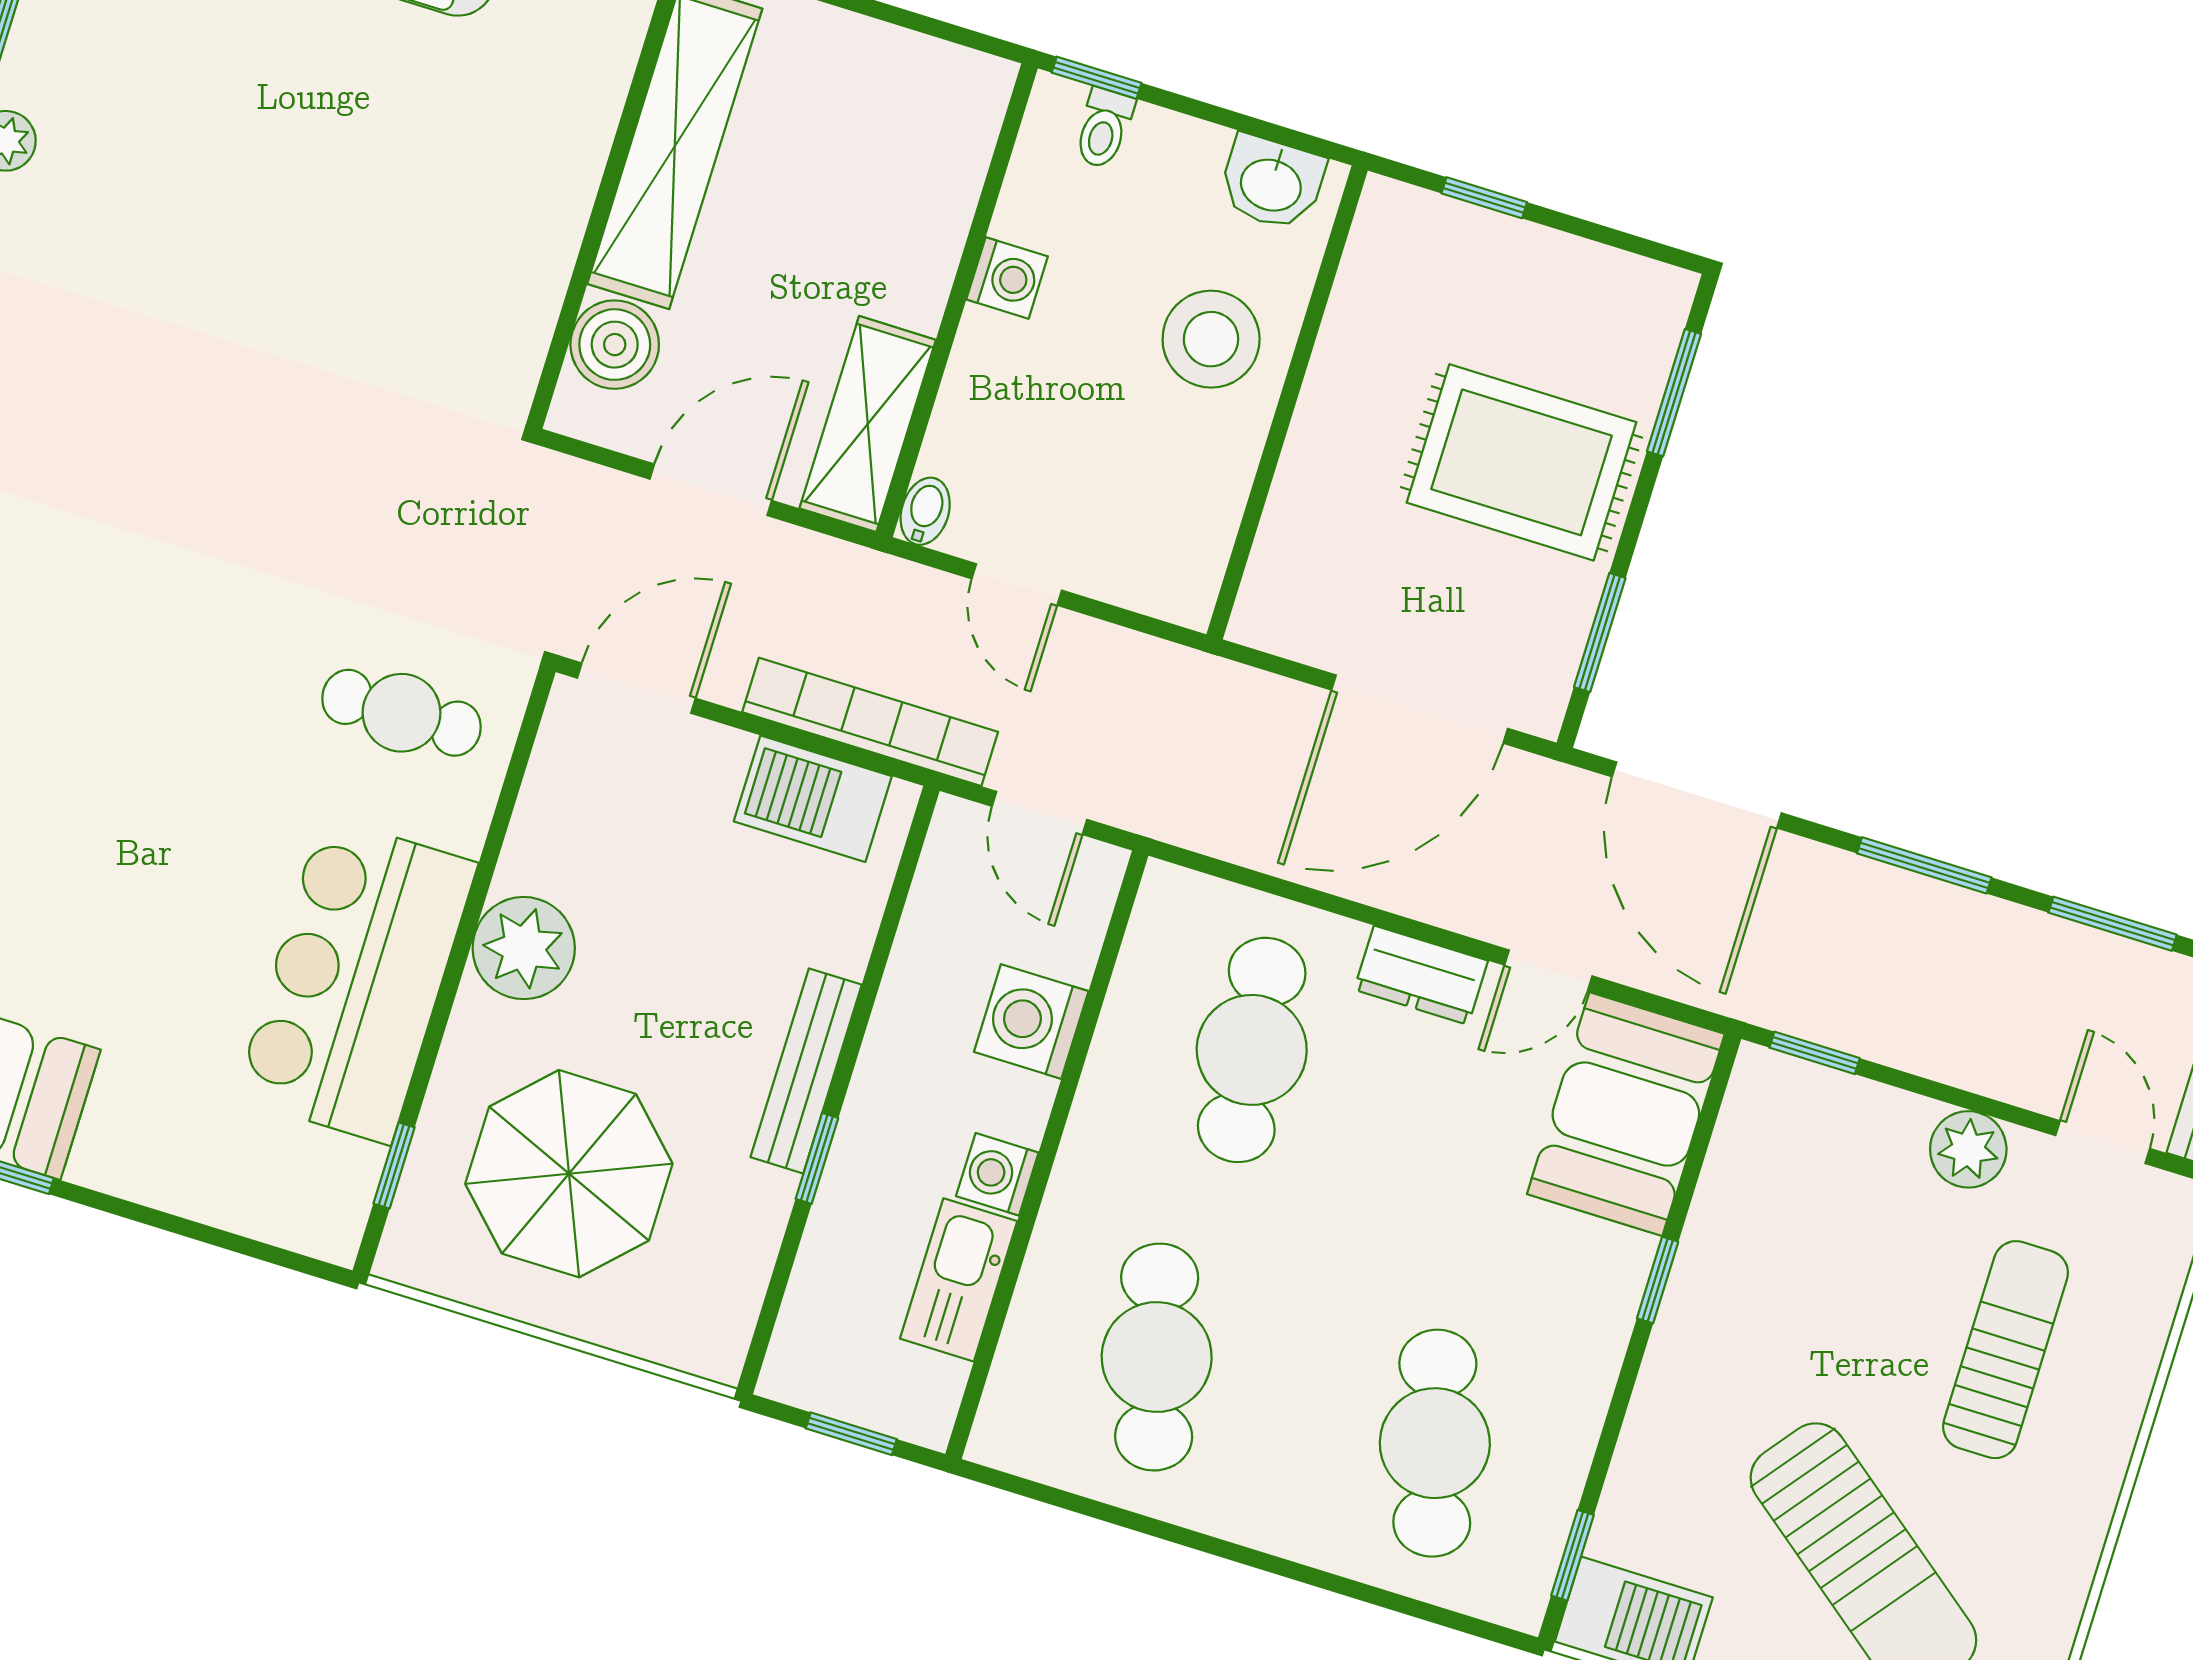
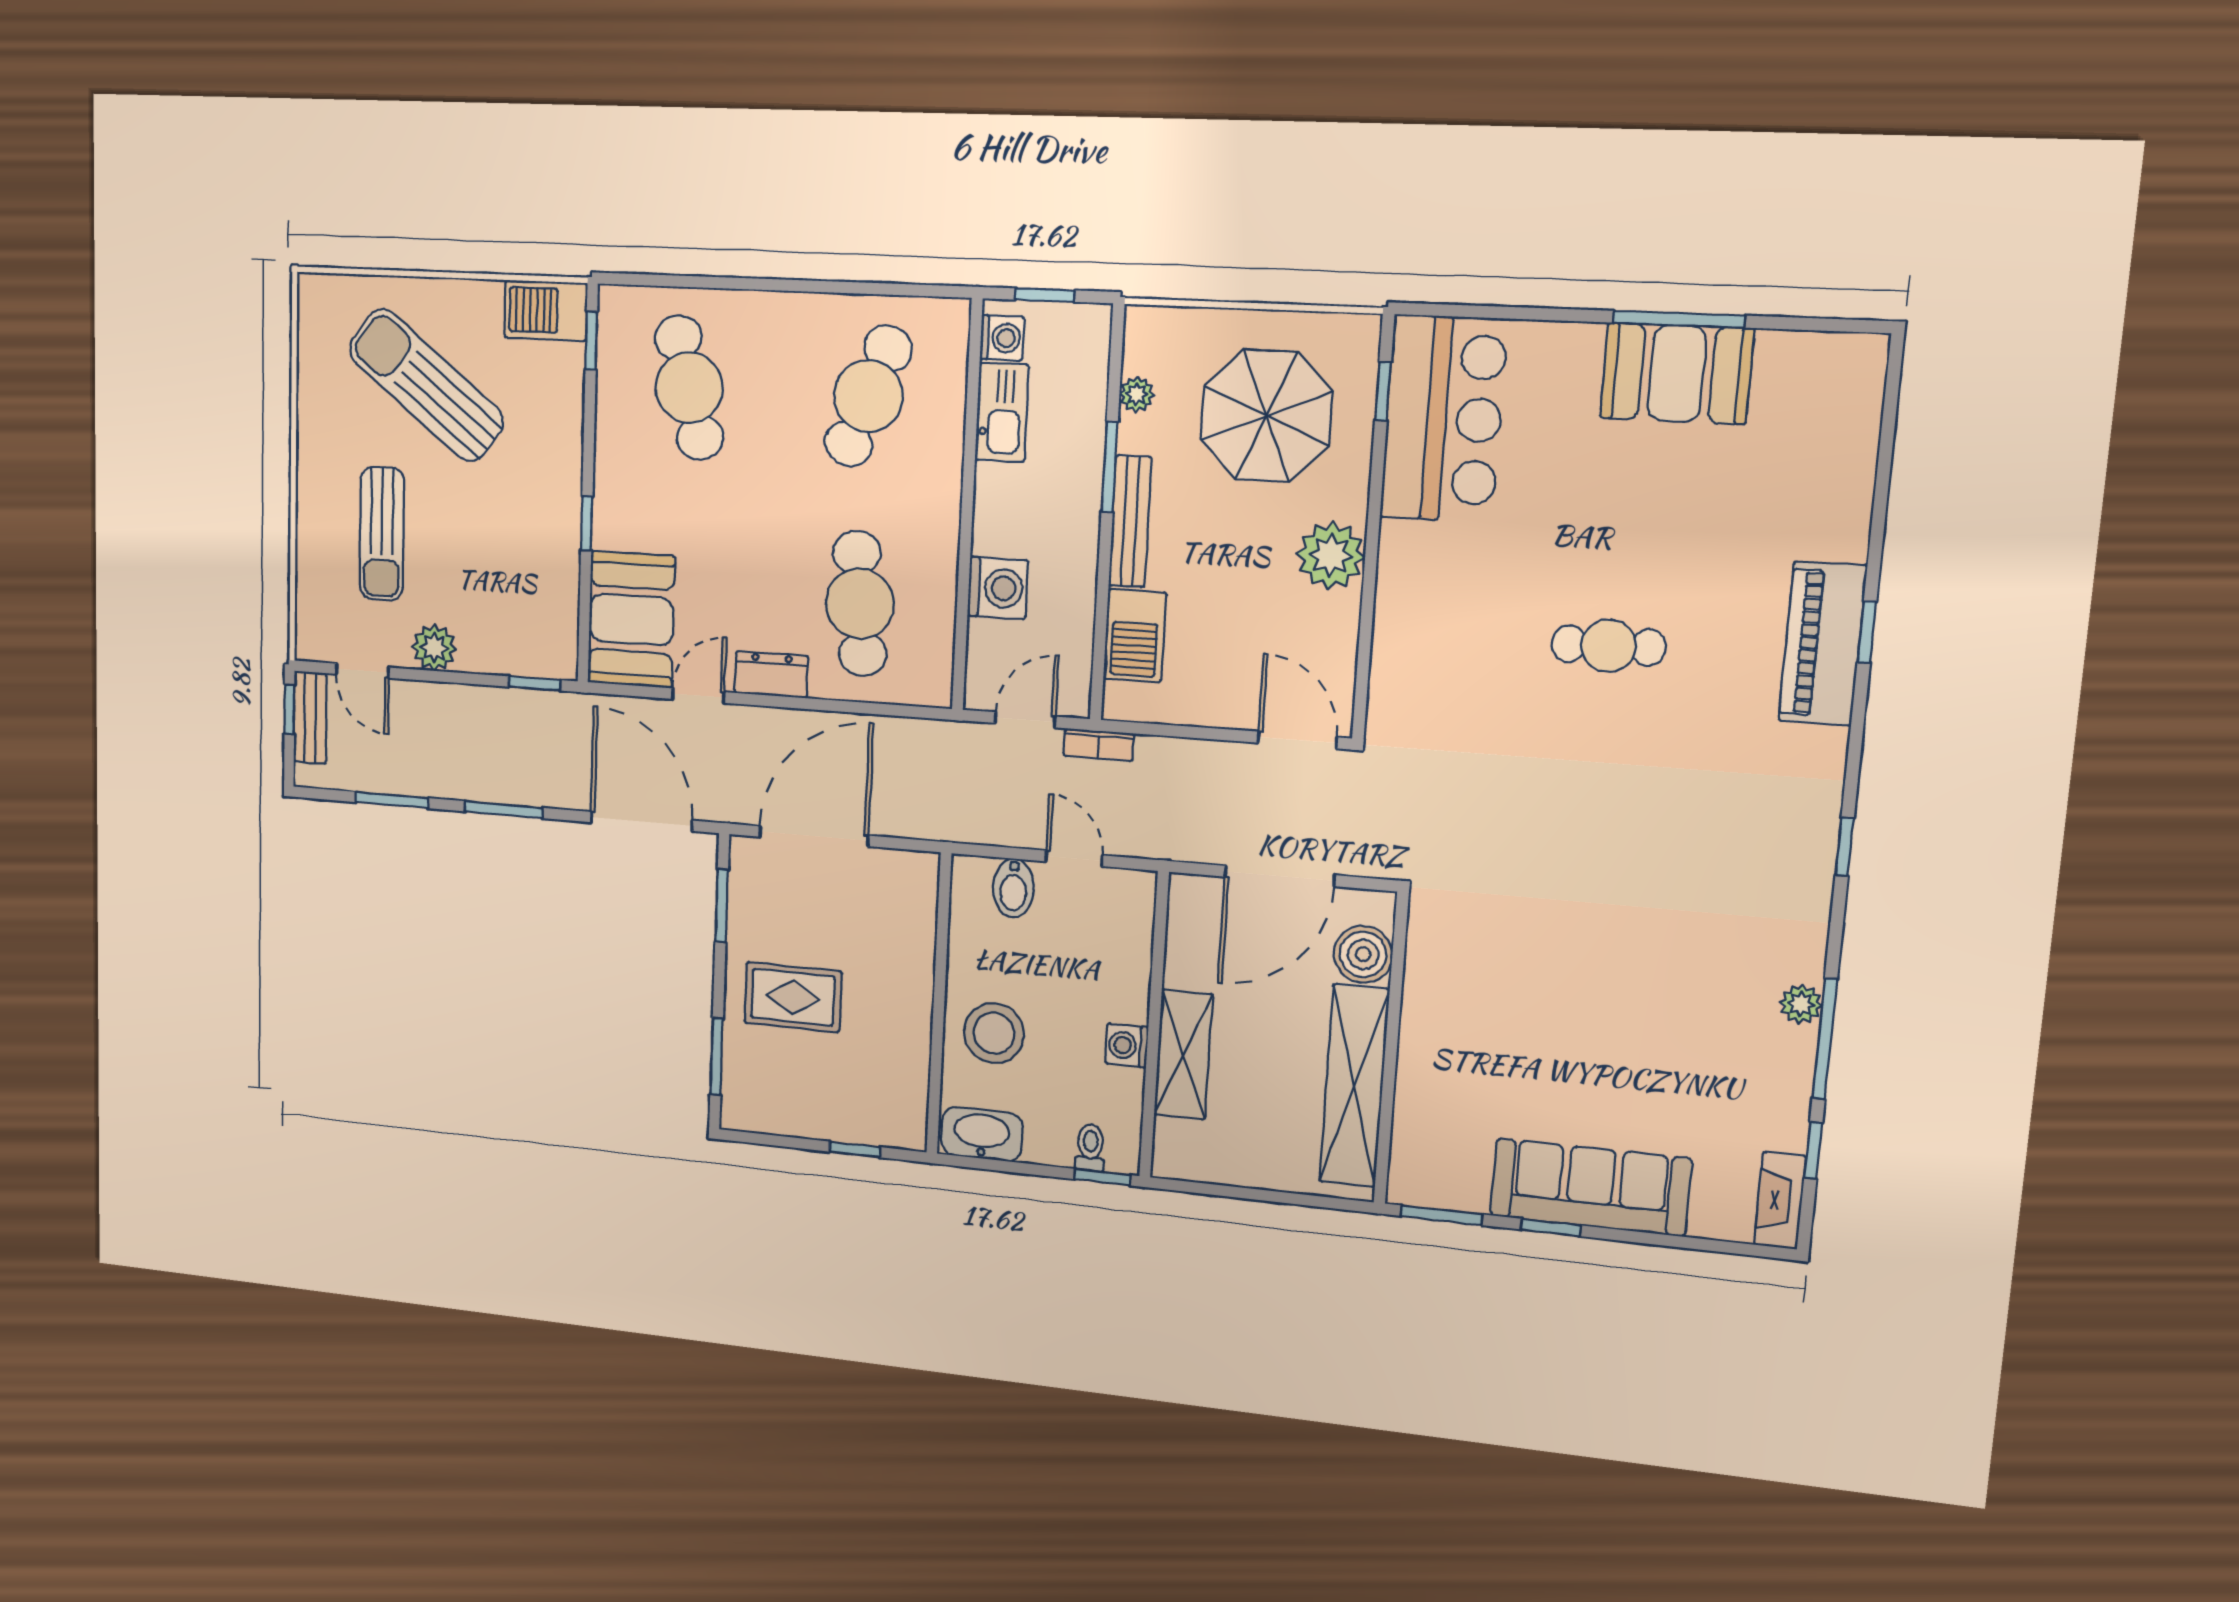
washbasin: (1272, 183) -> (982, 1134), width x1.38
shelving: (868, 424) -> (1183, 1055), moved
rug: (1521, 462) -> (793, 997), width x0.73, depth x0.70
door: (711, 490) -> (1280, 876), width x1.36
bidet: (925, 511) -> (1013, 888), moved, width x1.38, depth x1.36
door: (636, 688) -> (1297, 740), swing flipped
cafe table: (402, 713) -> (1609, 646), moved
bookcase: (870, 722) -> (1099, 745), width x0.43, depth x0.76
barbecue: (813, 799) -> (1135, 636), moved, turned 90
door: (1039, 813) -> (1025, 720), hinge flipped
bar counter: (356, 980) -> (1444, 419), moved
window: (817, 1158) -> (1110, 467), width x1.50
washing machine: (997, 1174) -> (1002, 338), moved
plant: (751, 1254) -> (1137, 394), added
cafe table: (1157, 1357) -> (868, 396), turned 36

